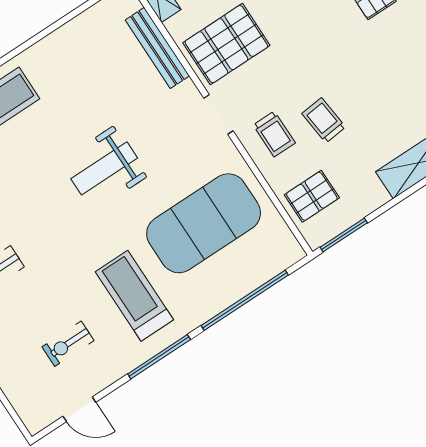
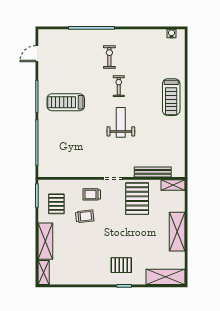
pallet: (312, 196) -> (56, 204), moved
exercise mat: (204, 223) -> (76, 146), removed
treadmill: (134, 296) -> (66, 102), turned 180
exercise bike: (68, 344) -> (119, 86), moved

